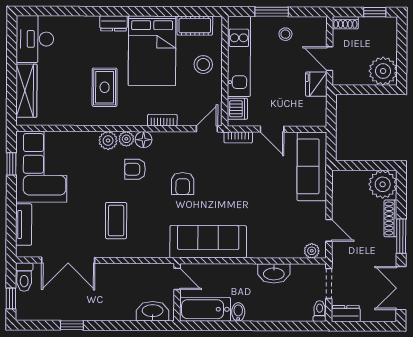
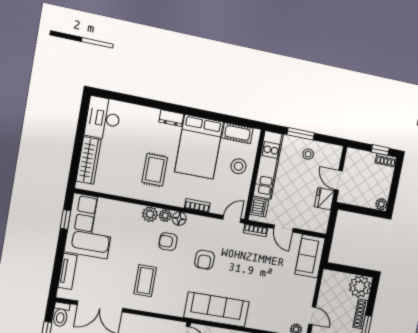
shoe rack: (345, 23) -> (386, 160), moved
plant: (383, 71) -> (381, 204), width x0.53, depth x0.53
sofa: (312, 166) -> (310, 256), width x0.73

